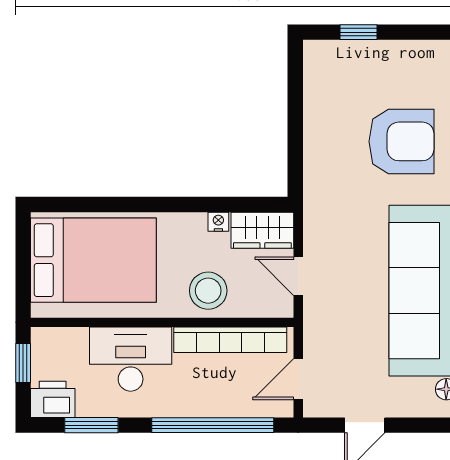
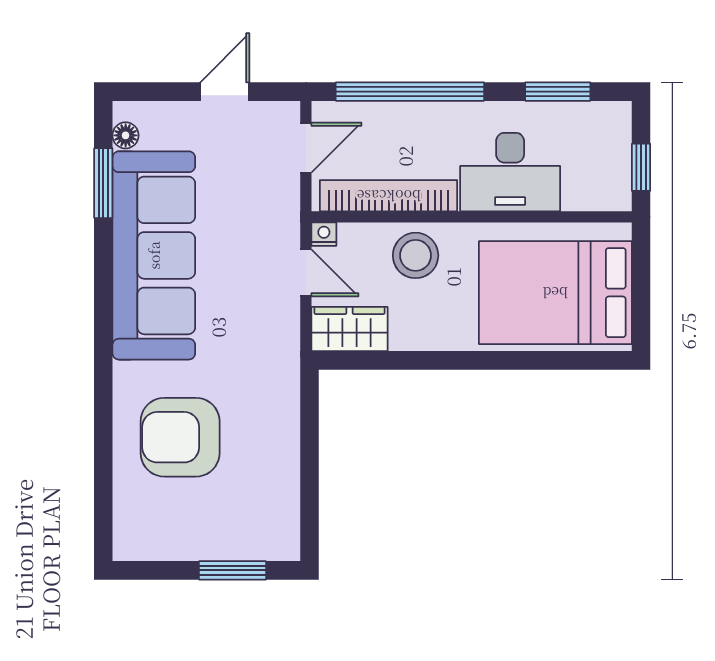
window: (358, 32) -> (232, 570), width x1.50
nightstand: (218, 222) -> (324, 234), moved, turned 180
printer: (53, 399) -> (605, 123), removed

